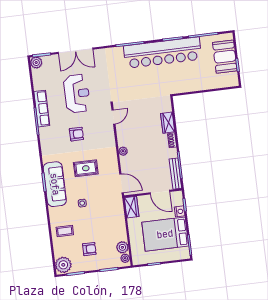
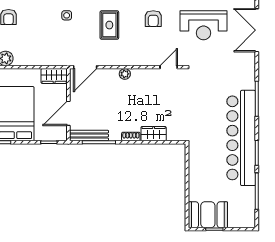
booth: (225, 57) -> (208, 215), moved
door: (113, 117) -> (169, 67), swing flipped
nightstand: (180, 211) -> (41, 135), removed

